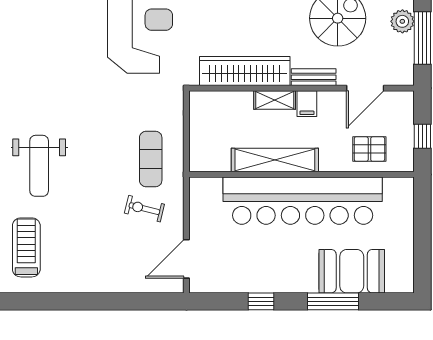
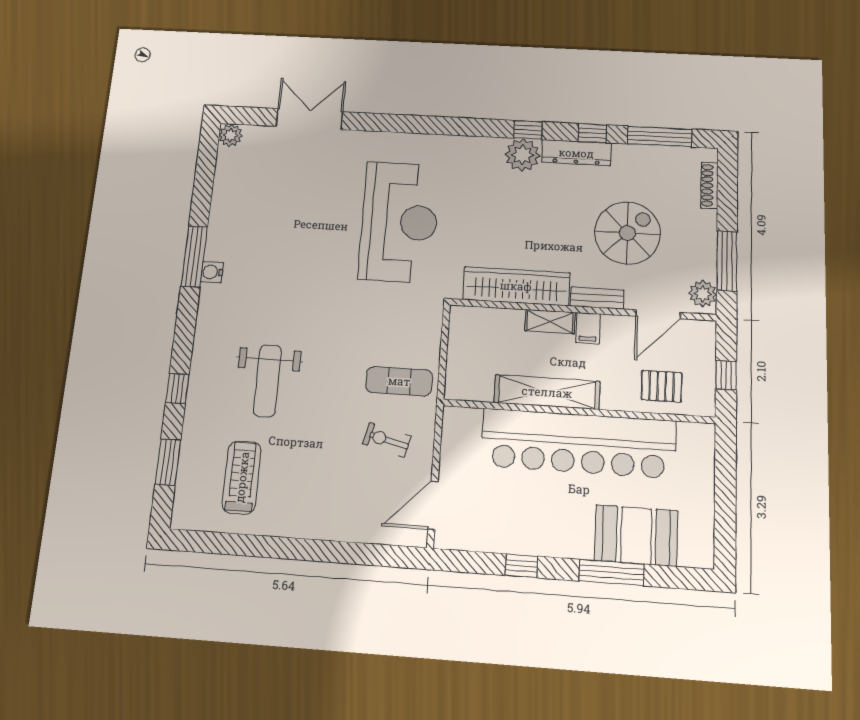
plant: (402, 21) -> (703, 294), moved
exercise mat: (151, 159) -> (399, 381), turned 90

